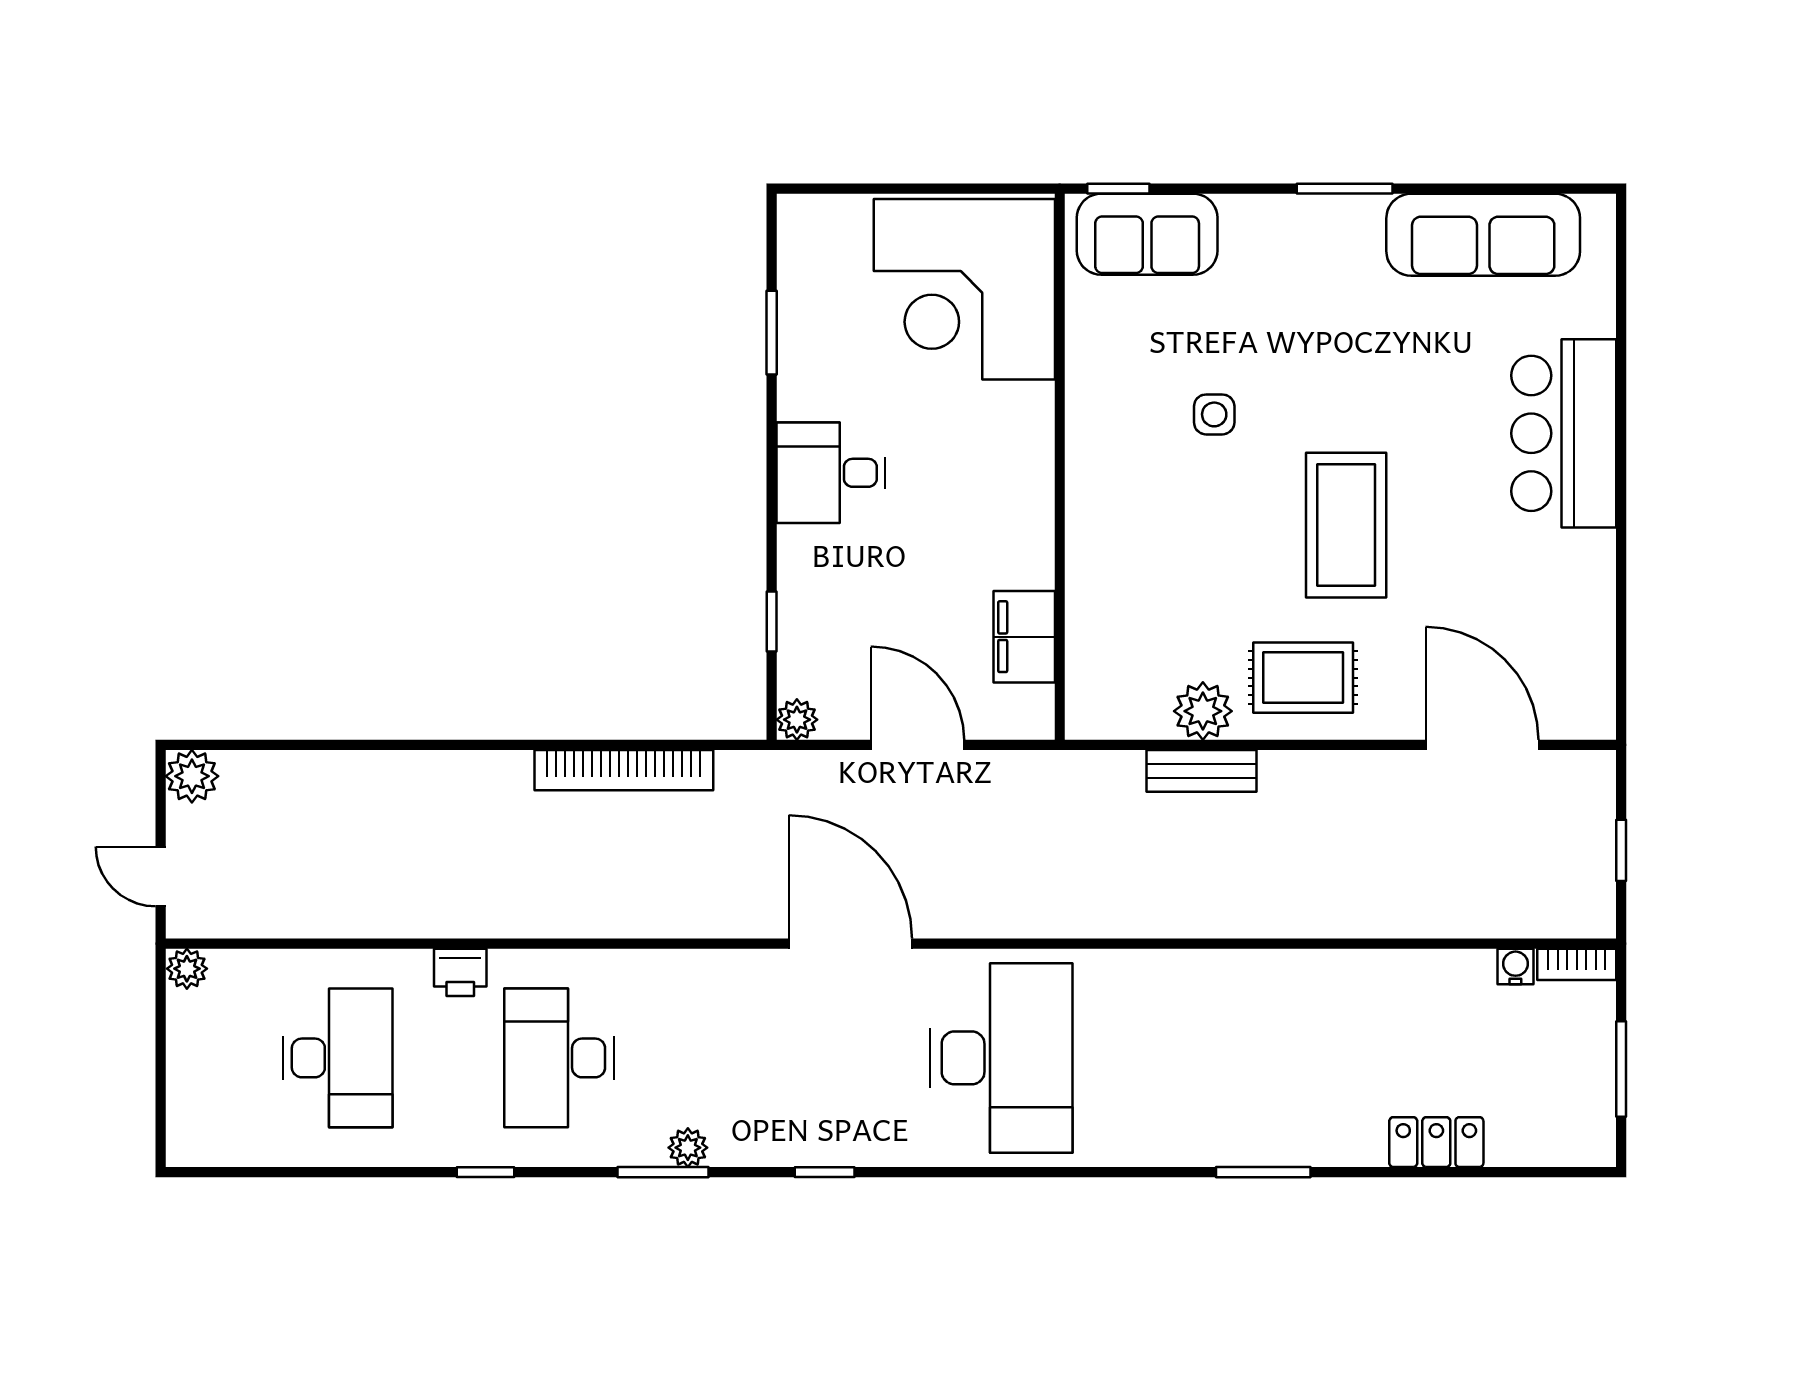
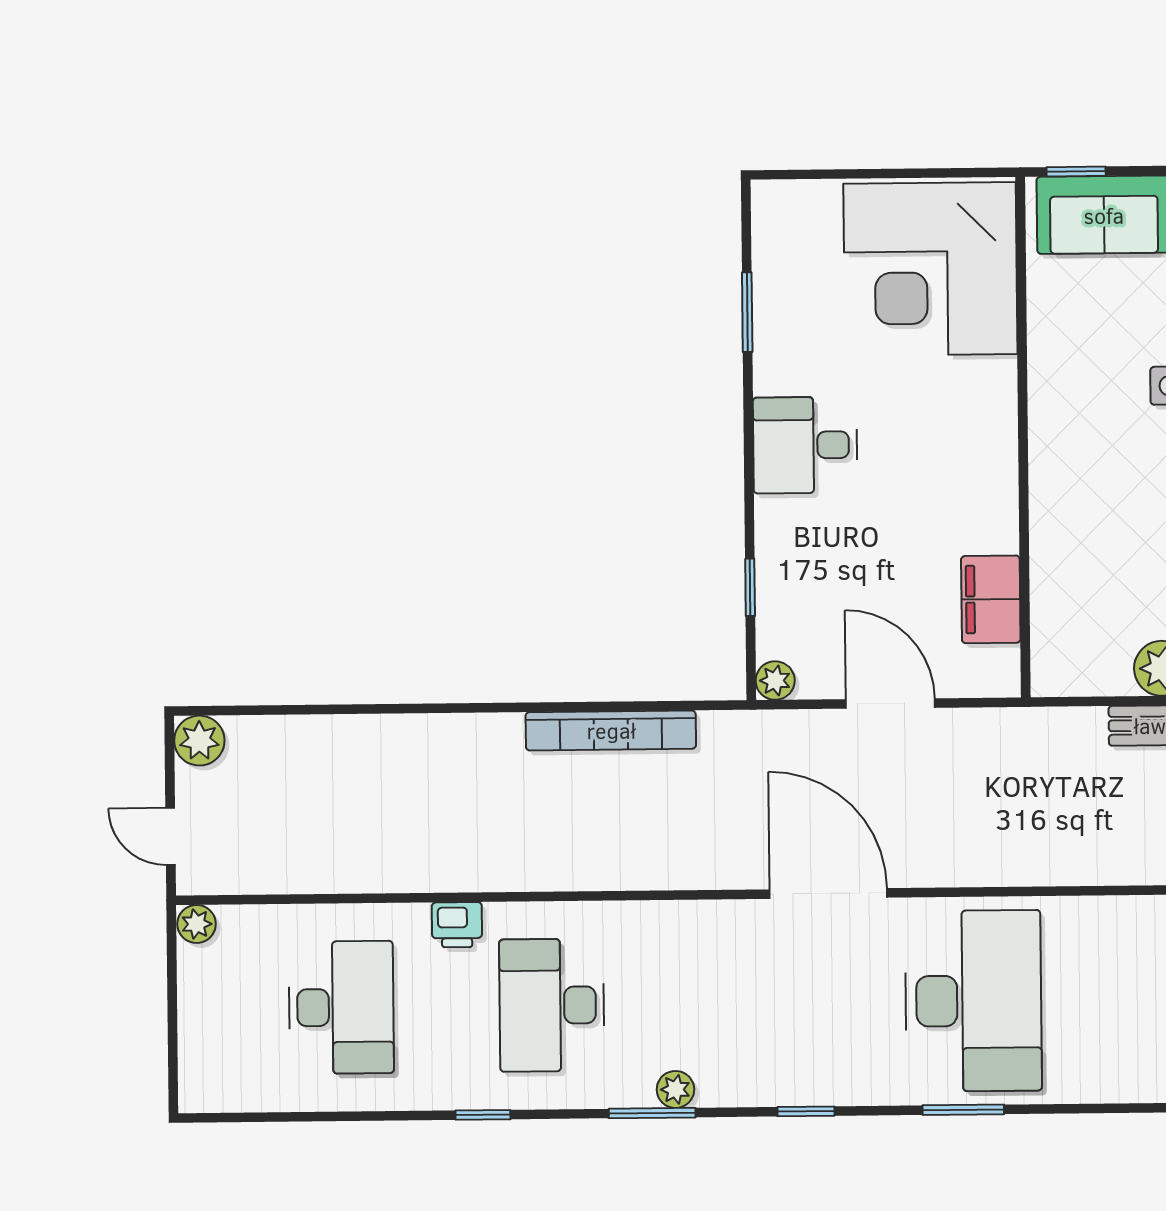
window: (990, 1172) -> (963, 1110), added

